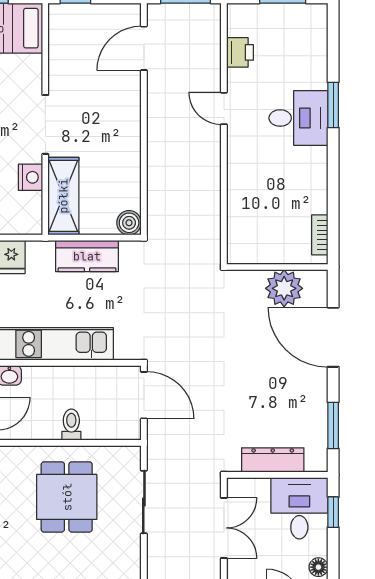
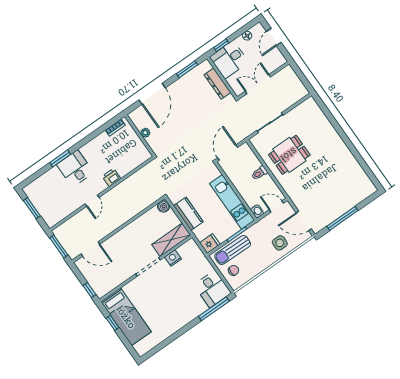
printer: (240, 52) -> (111, 177), moved
plant: (284, 288) -> (145, 133), width x0.53, depth x0.53

